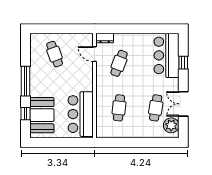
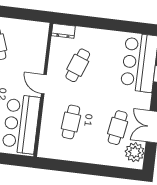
door: (95, 54) -> (44, 84), moved

